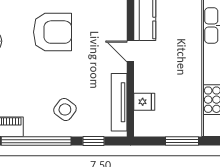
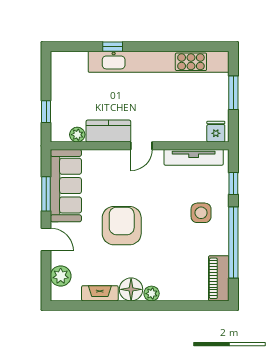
fridge: (144, 102) -> (216, 132), moved
side table: (65, 109) -> (201, 213), turned -37

